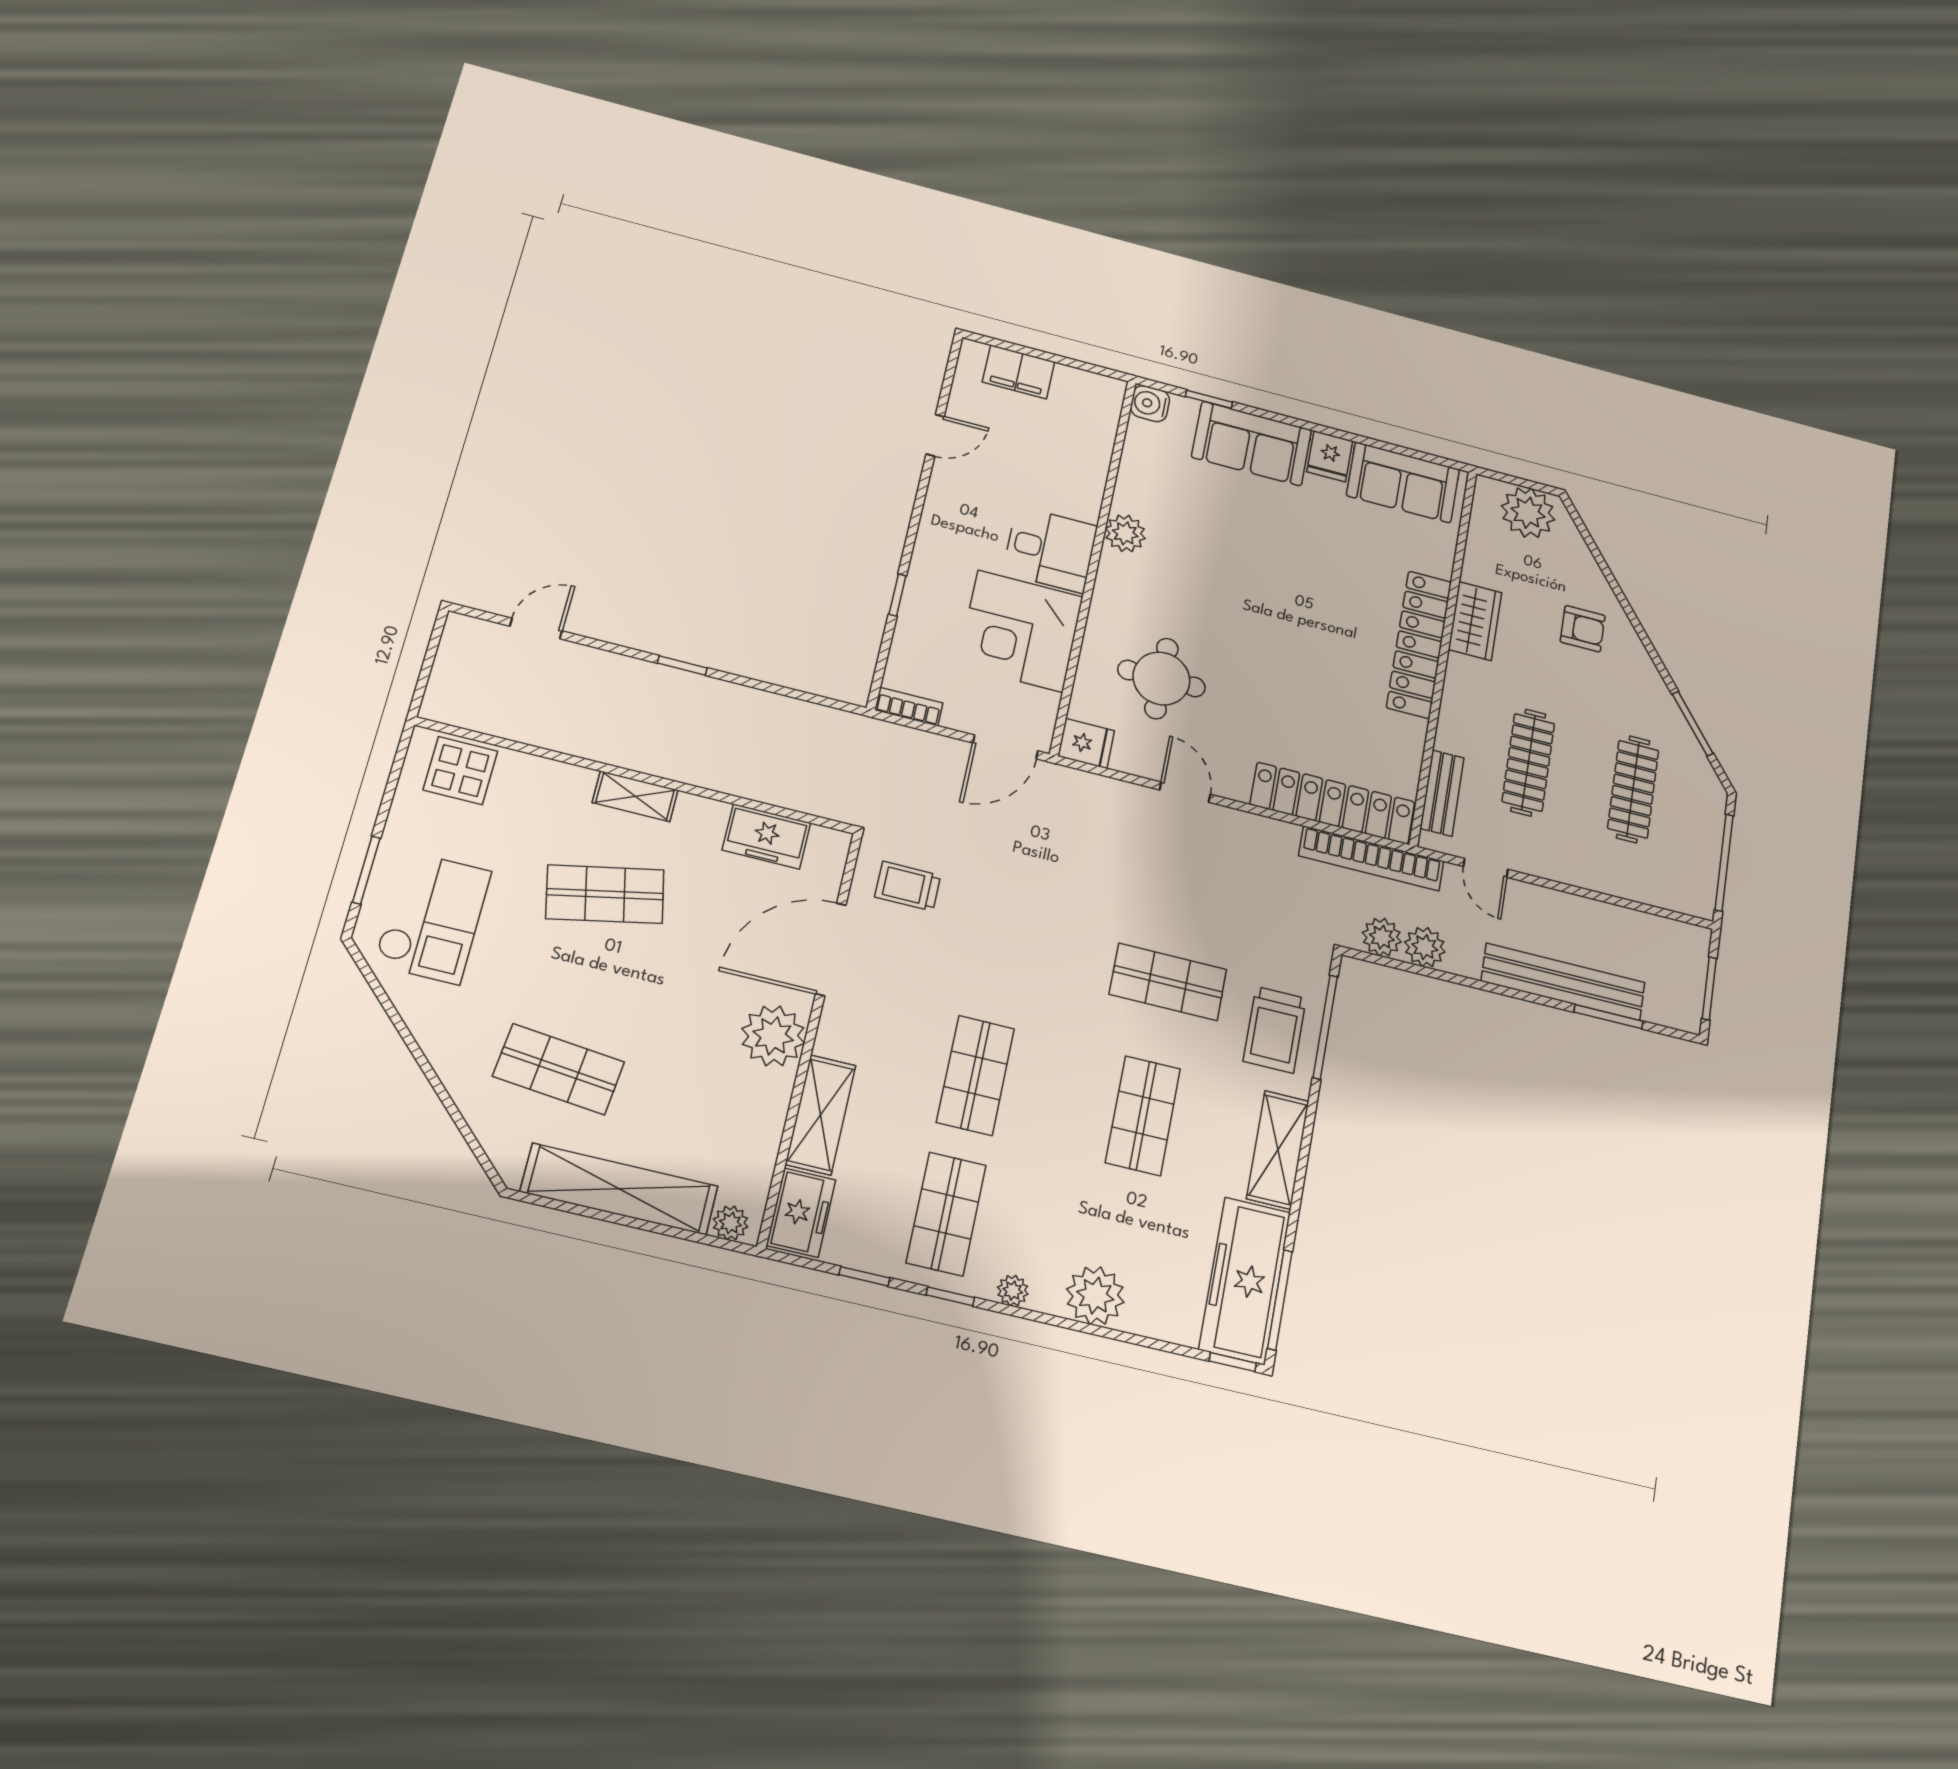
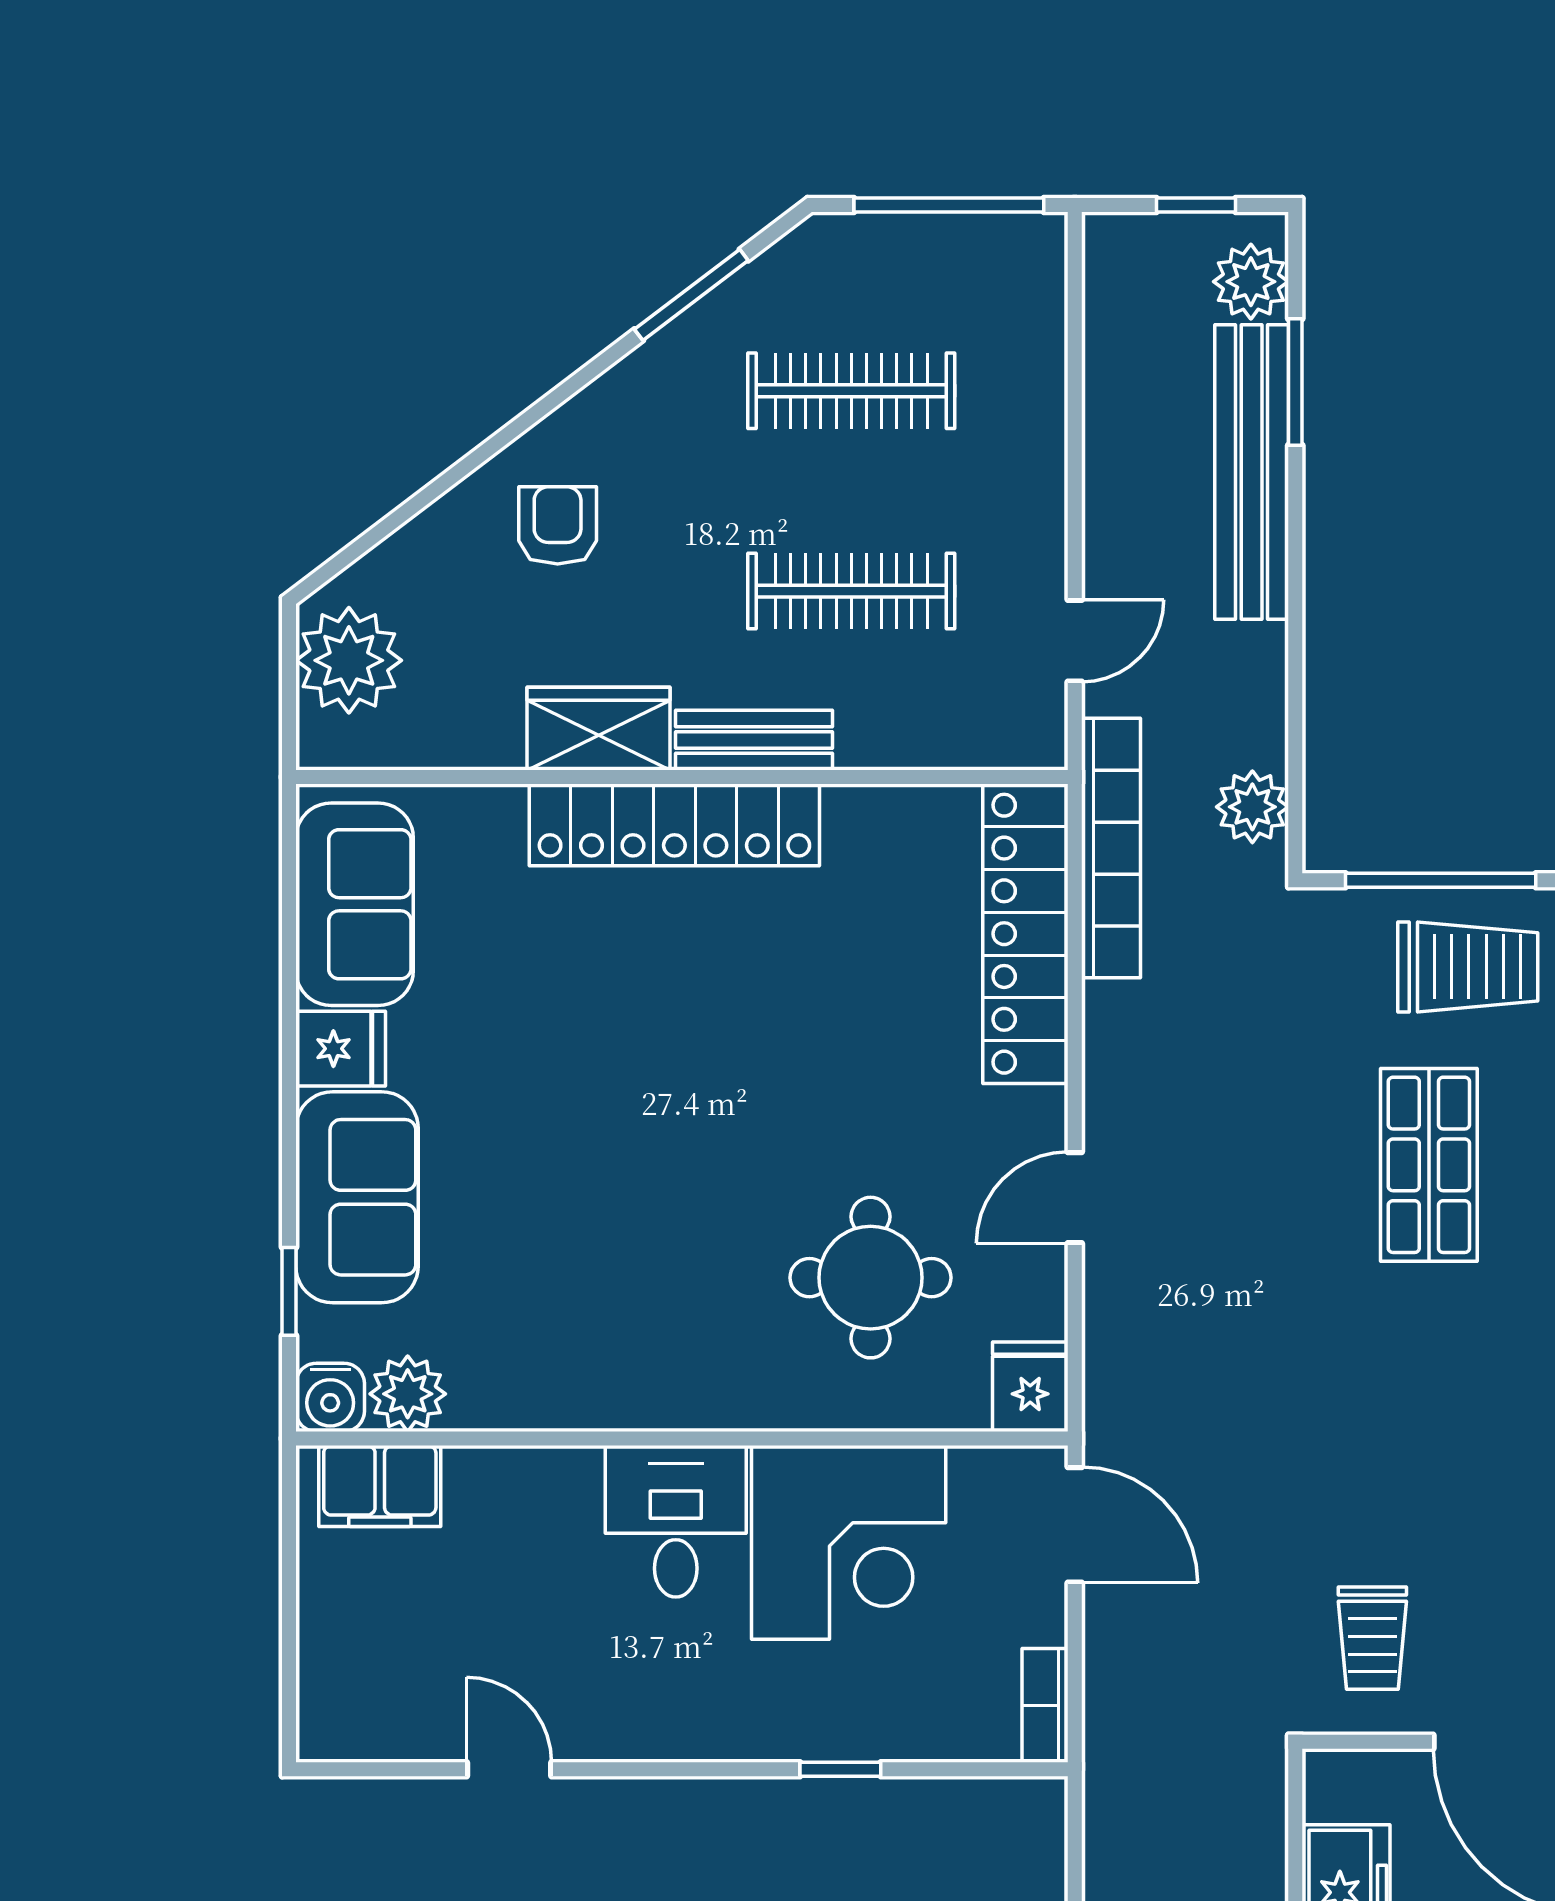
filing cabinet: (1019, 372) -> (380, 1486), moved, turned 90
plant: (1125, 533) -> (408, 1394), moved
bench: (1442, 793) -> (754, 740), moved
plant: (1425, 947) -> (1251, 282), moved
window: (1709, 988) -> (1196, 205), width x0.67

